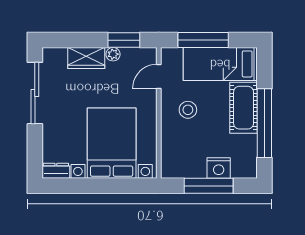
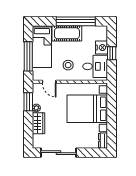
desk: (186, 157) -> (95, 66), added
window: (209, 186) -> (112, 53), width x0.46

